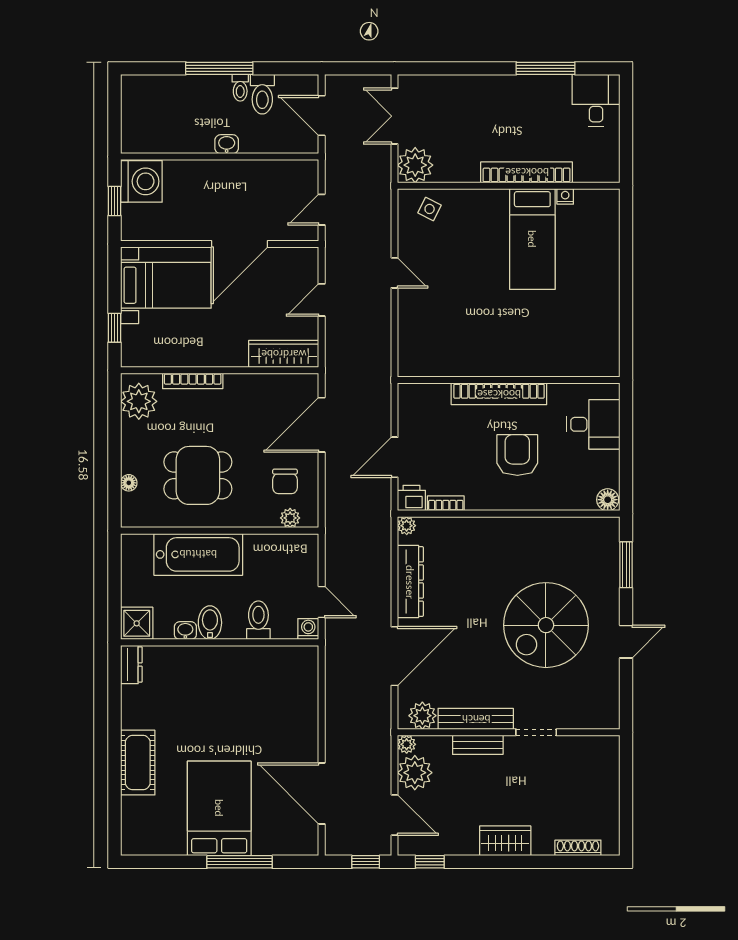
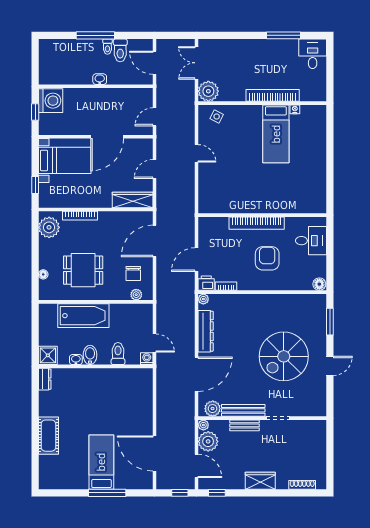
bed: (219, 808) -> (101, 462), width x0.67

